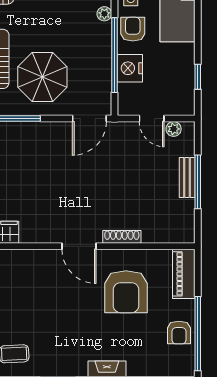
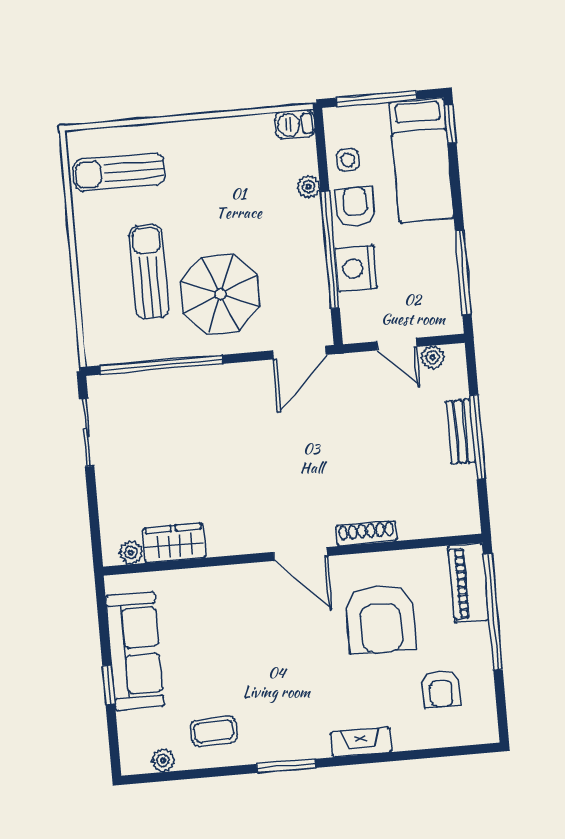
window: (198, 77) -> (463, 272), width x2.17
armchair: (179, 333) -> (441, 689), moved
window: (198, 334) -> (493, 612), moved

